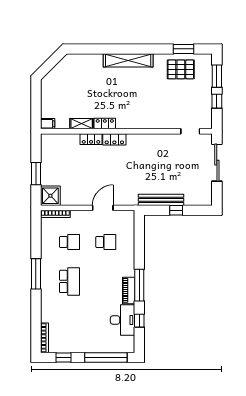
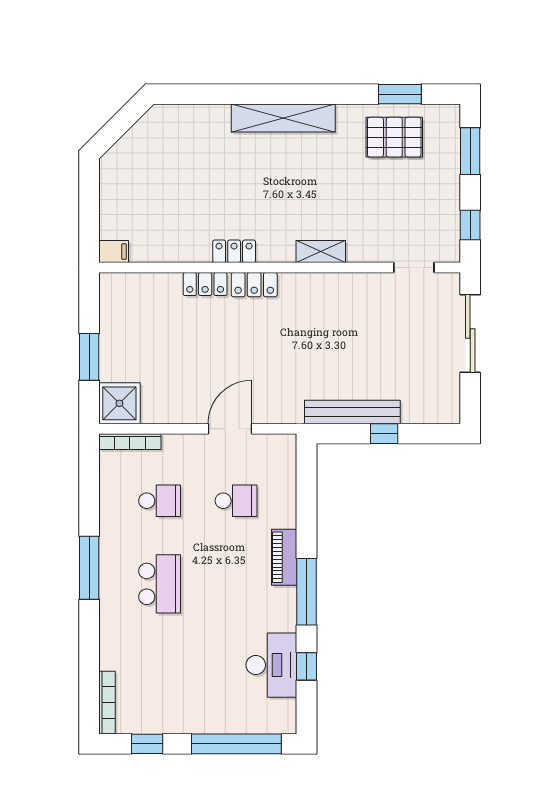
window: (217, 101) -> (470, 225), moved
shelving: (82, 124) -> (321, 252), moved
piano: (129, 290) -> (284, 557), moved

